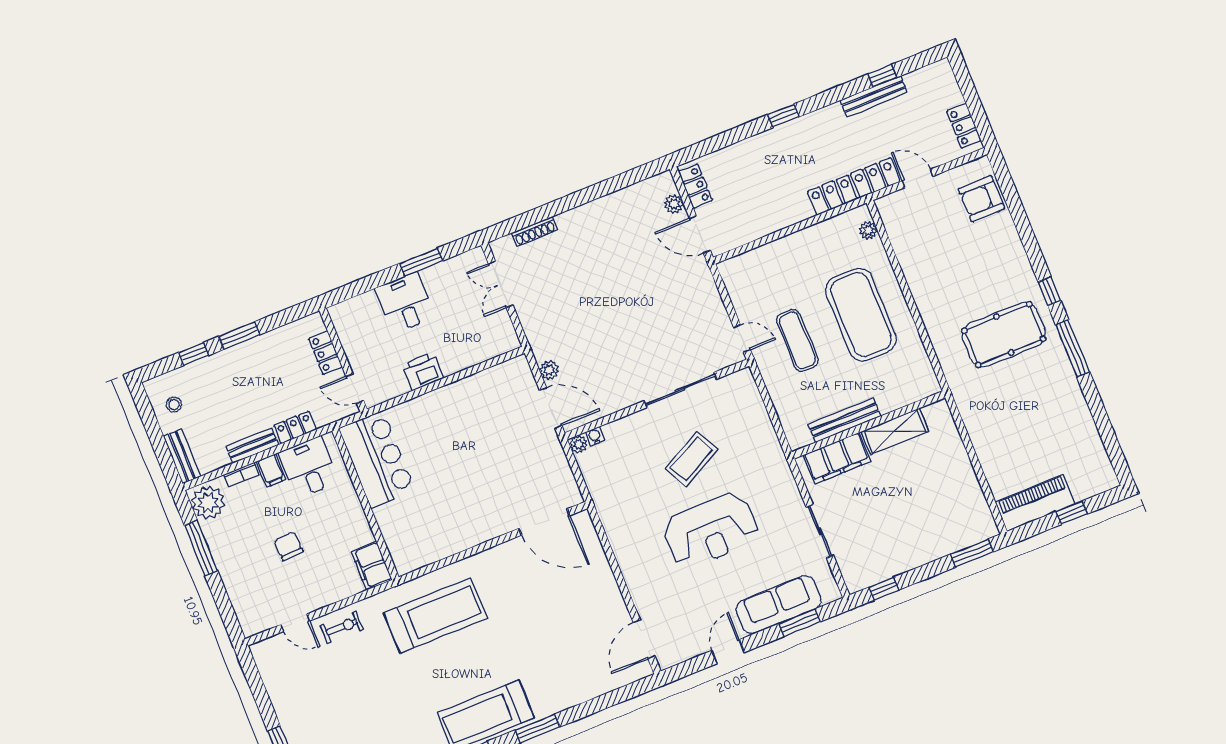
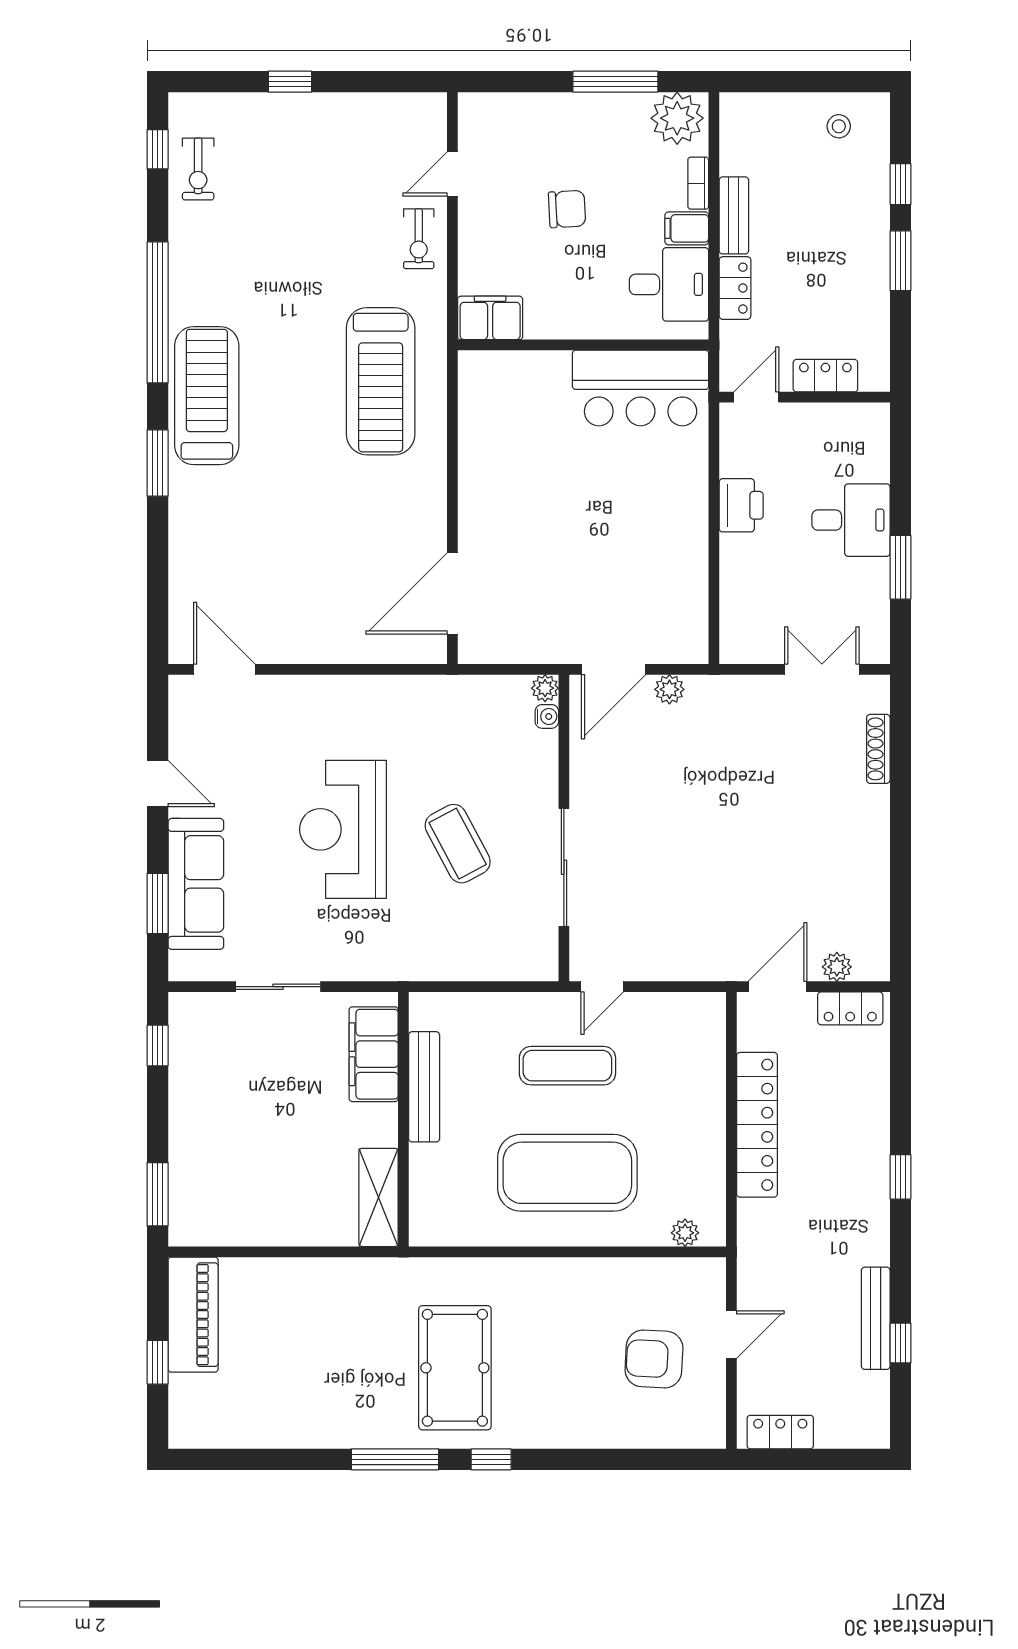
locker: (854, 186) -> (757, 1125), moved
armchair: (981, 199) -> (654, 1359), moved, turned -87
shelving: (895, 431) -> (379, 1197), moved
bench: (182, 456) -> (759, 107), removed

